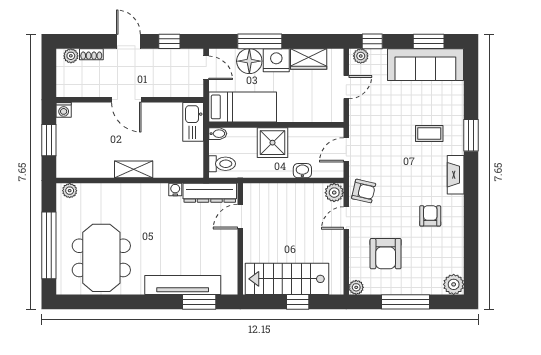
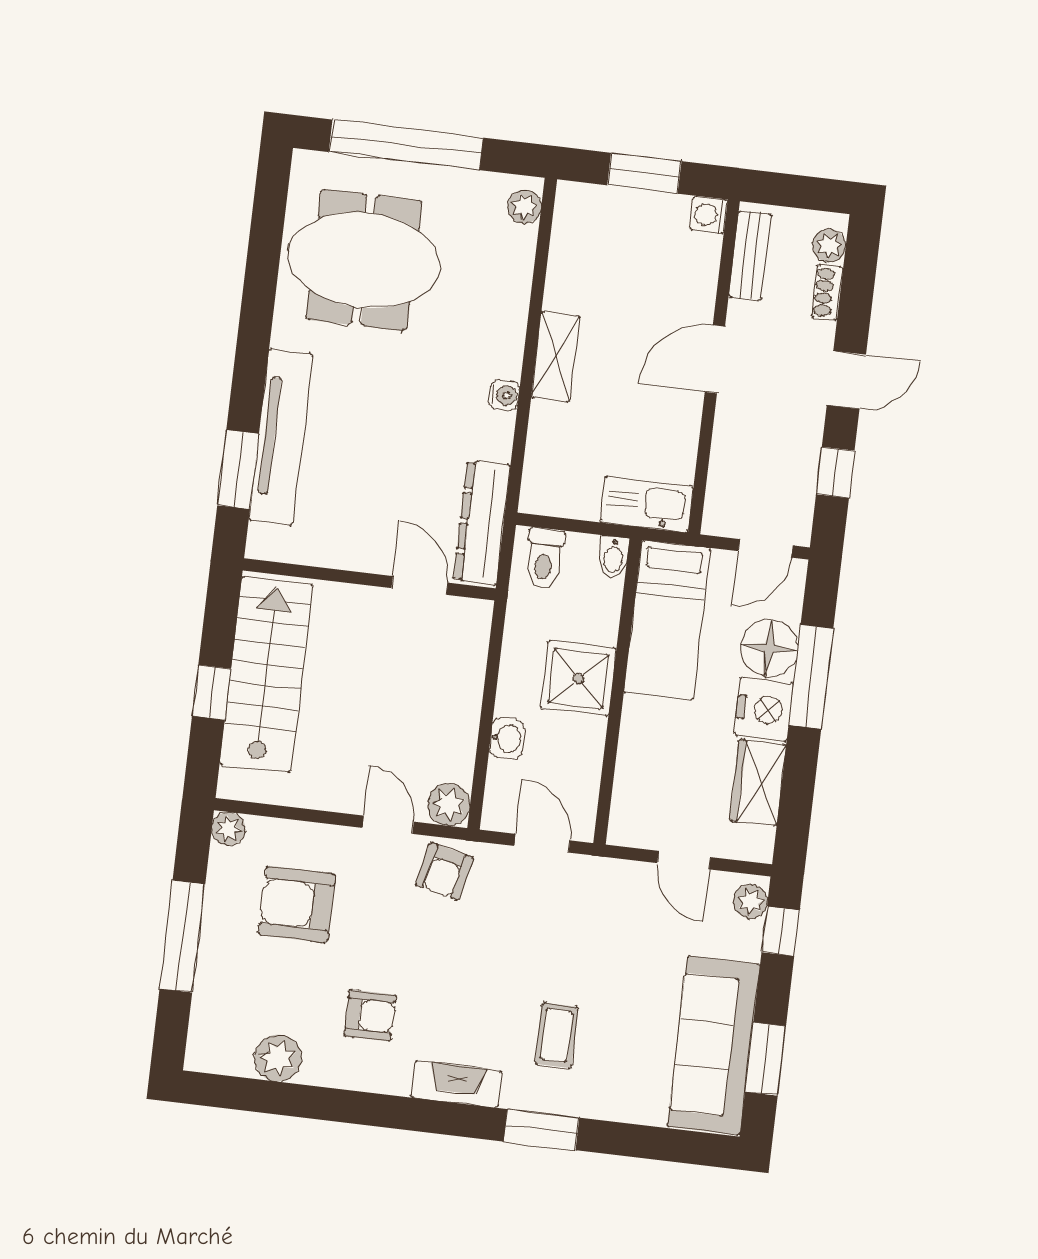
bench: (79, 90) -> (750, 256), added
water cooler: (175, 190) -> (504, 395), moved
plant: (454, 284) -> (278, 1058), moved

